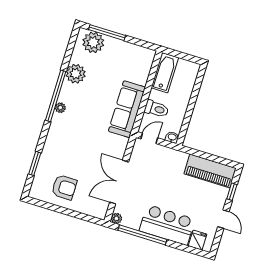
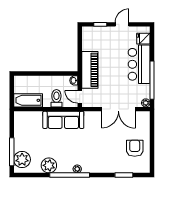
piano: (210, 171) -> (90, 70), moved

